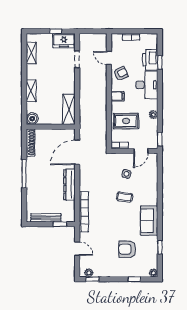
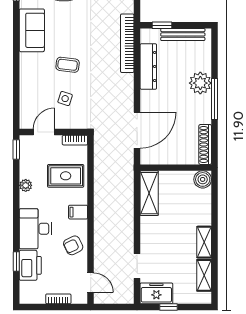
door: (109, 58) -> (91, 283), moved
shelving: (31, 91) -> (204, 242), moved
plant: (34, 185) -> (200, 83), added
dresser: (69, 185) -> (148, 66), moved

